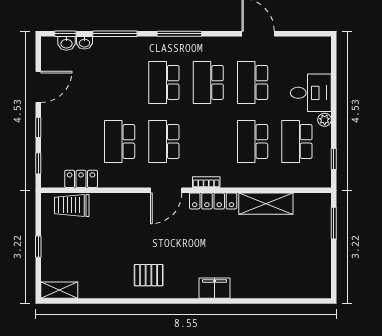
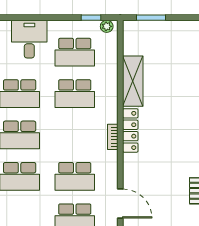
plant: (325, 120) -> (107, 26), moved
door: (166, 190) -> (120, 204), moved

